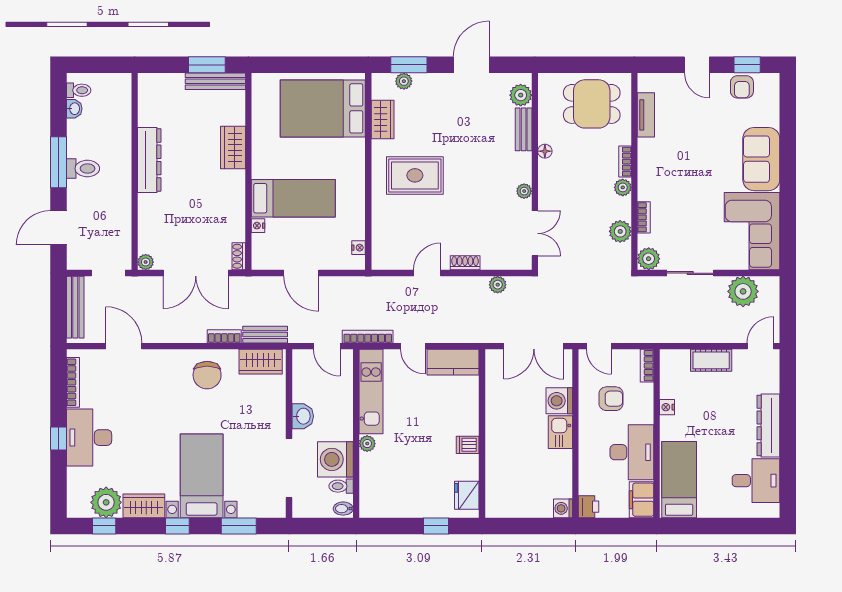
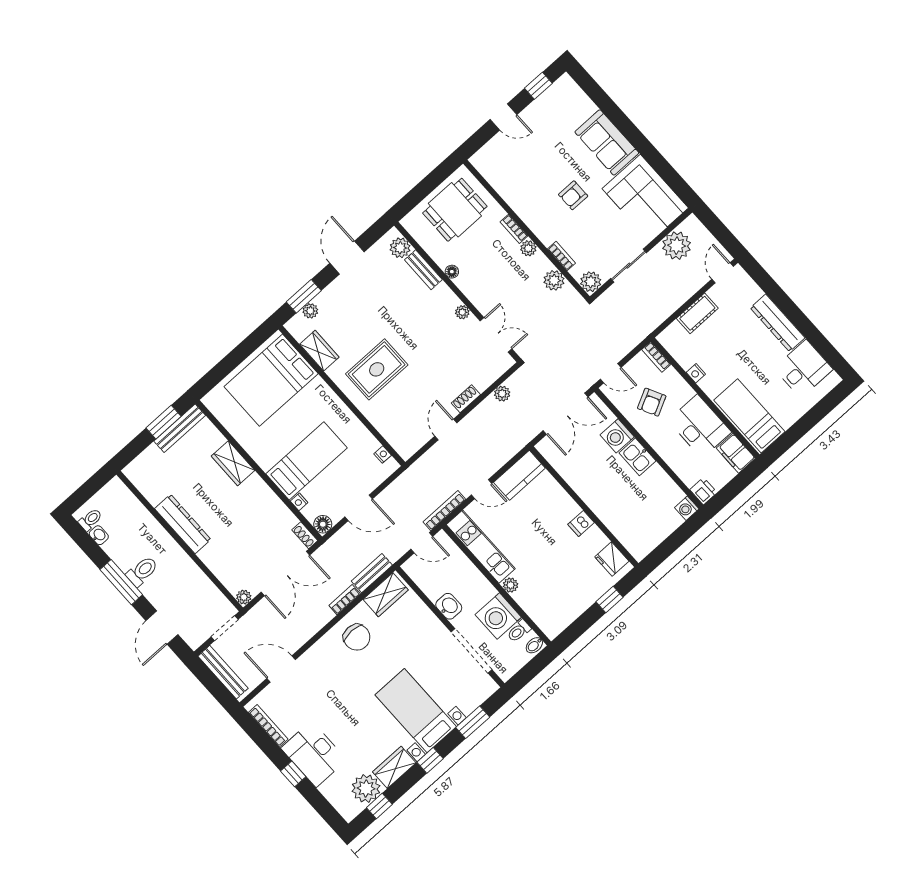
armchair: (742, 87) -> (573, 195), moved, turned 90
tv unit: (646, 115) -> (499, 184), removed
floor lamp: (261, 260) -> (323, 524), added
armchair: (611, 399) -> (652, 402), turned 153

